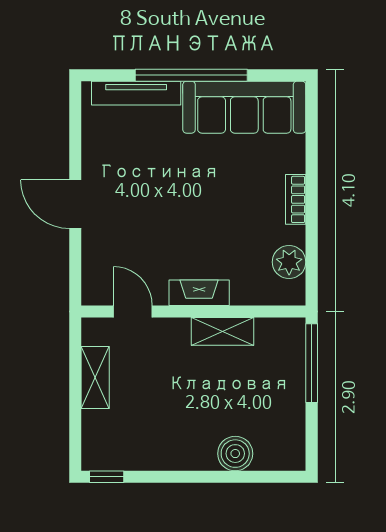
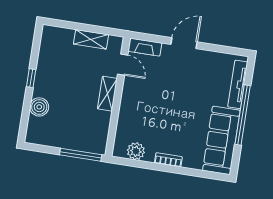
fireplace: (199, 293) -> (145, 47), moved, turned 90
door: (133, 311) -> (123, 65), hinge flipped
shelving: (222, 331) -> (107, 94), moved
window: (107, 477) -> (31, 78), moved

